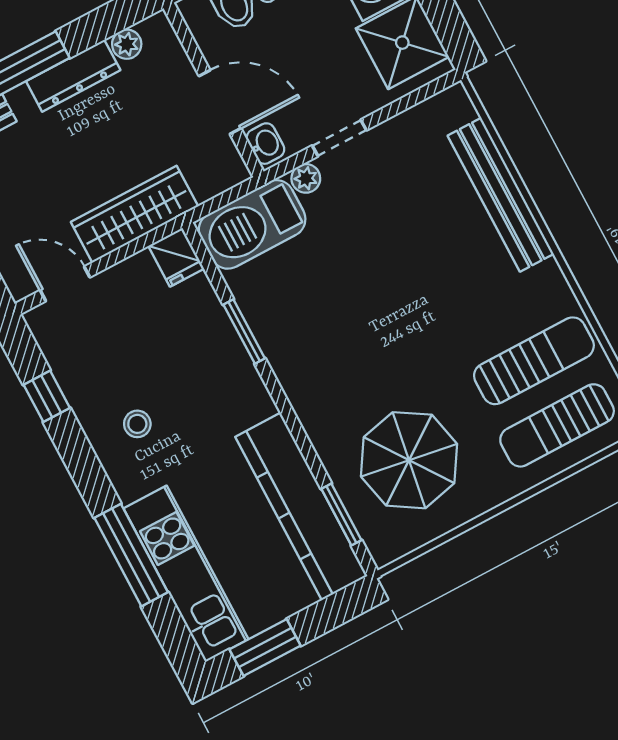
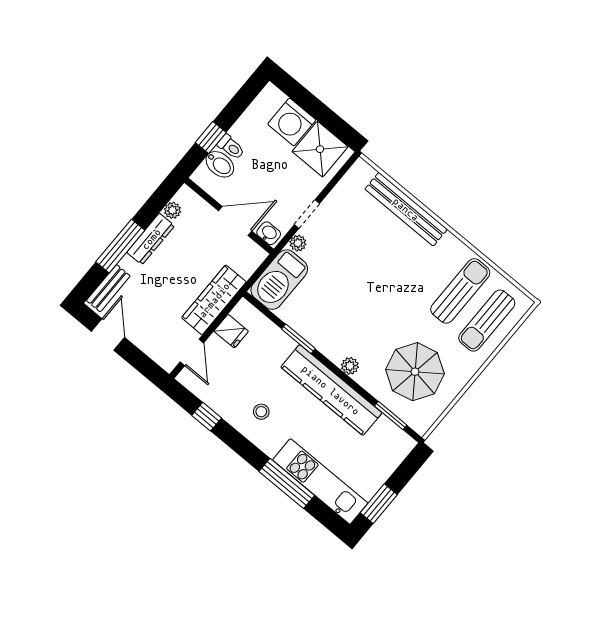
fridge: (176, 257) -> (231, 331), moved
door: (65, 284) -> (192, 352), swing flipped
plant: (309, 408) -> (350, 366), added
kitchen counter: (301, 506) -> (331, 390), moved

